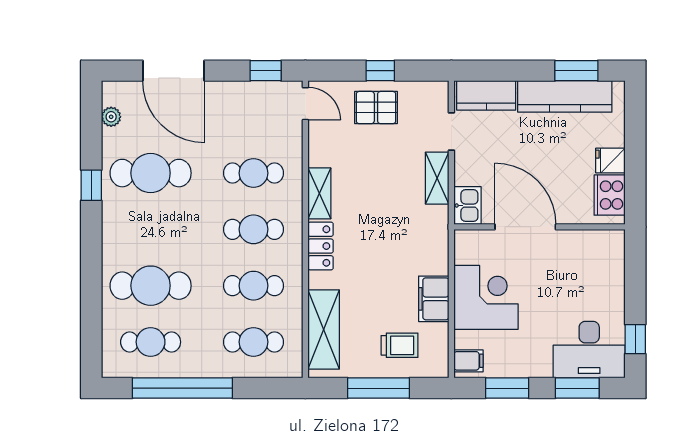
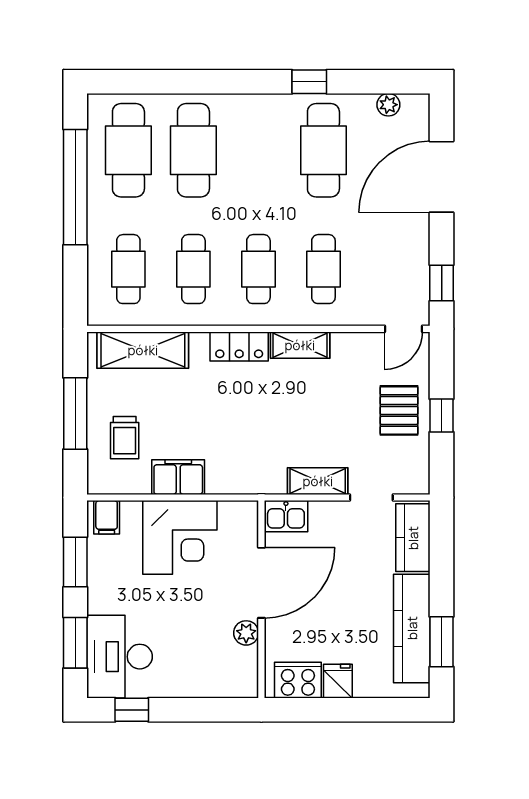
plant: (569, 240) -> (246, 633), added
cafe table: (151, 342) -> (128, 150), width x1.37, depth x1.35

